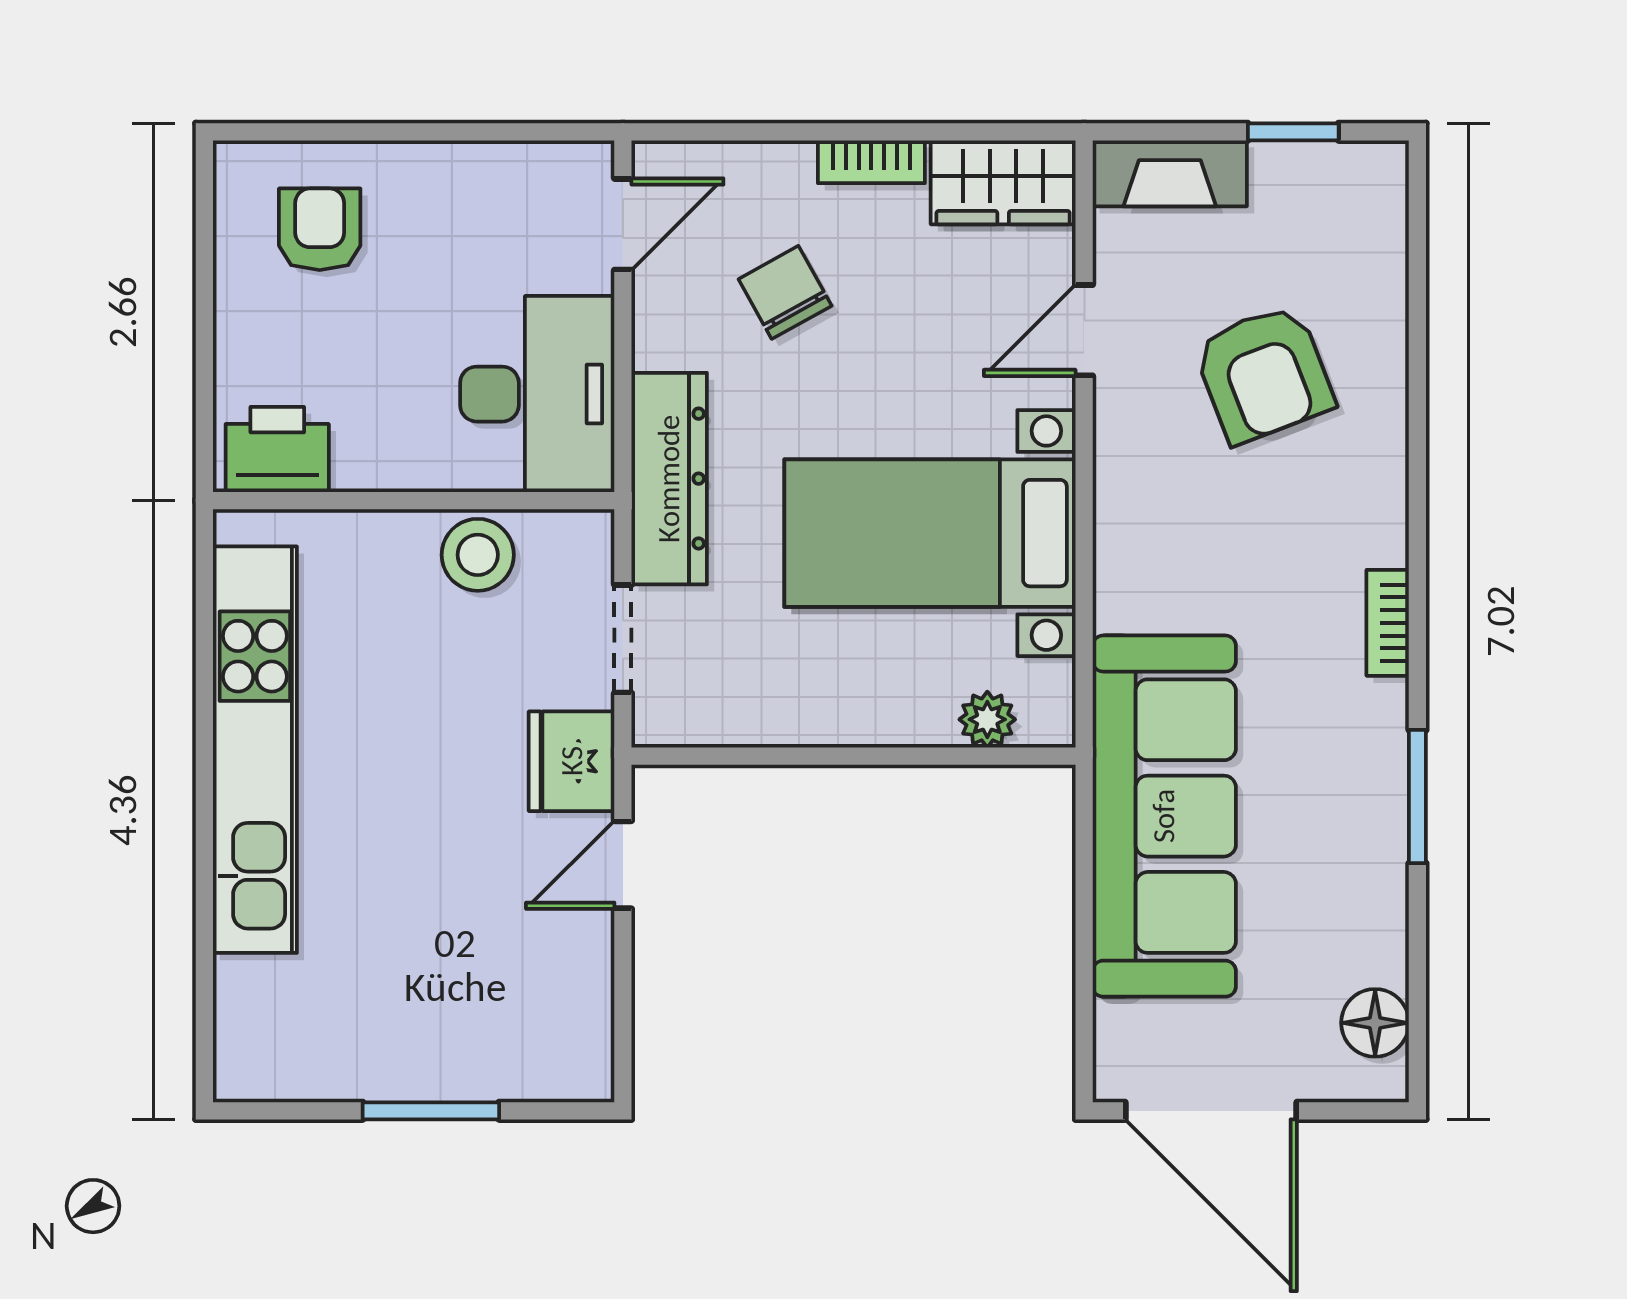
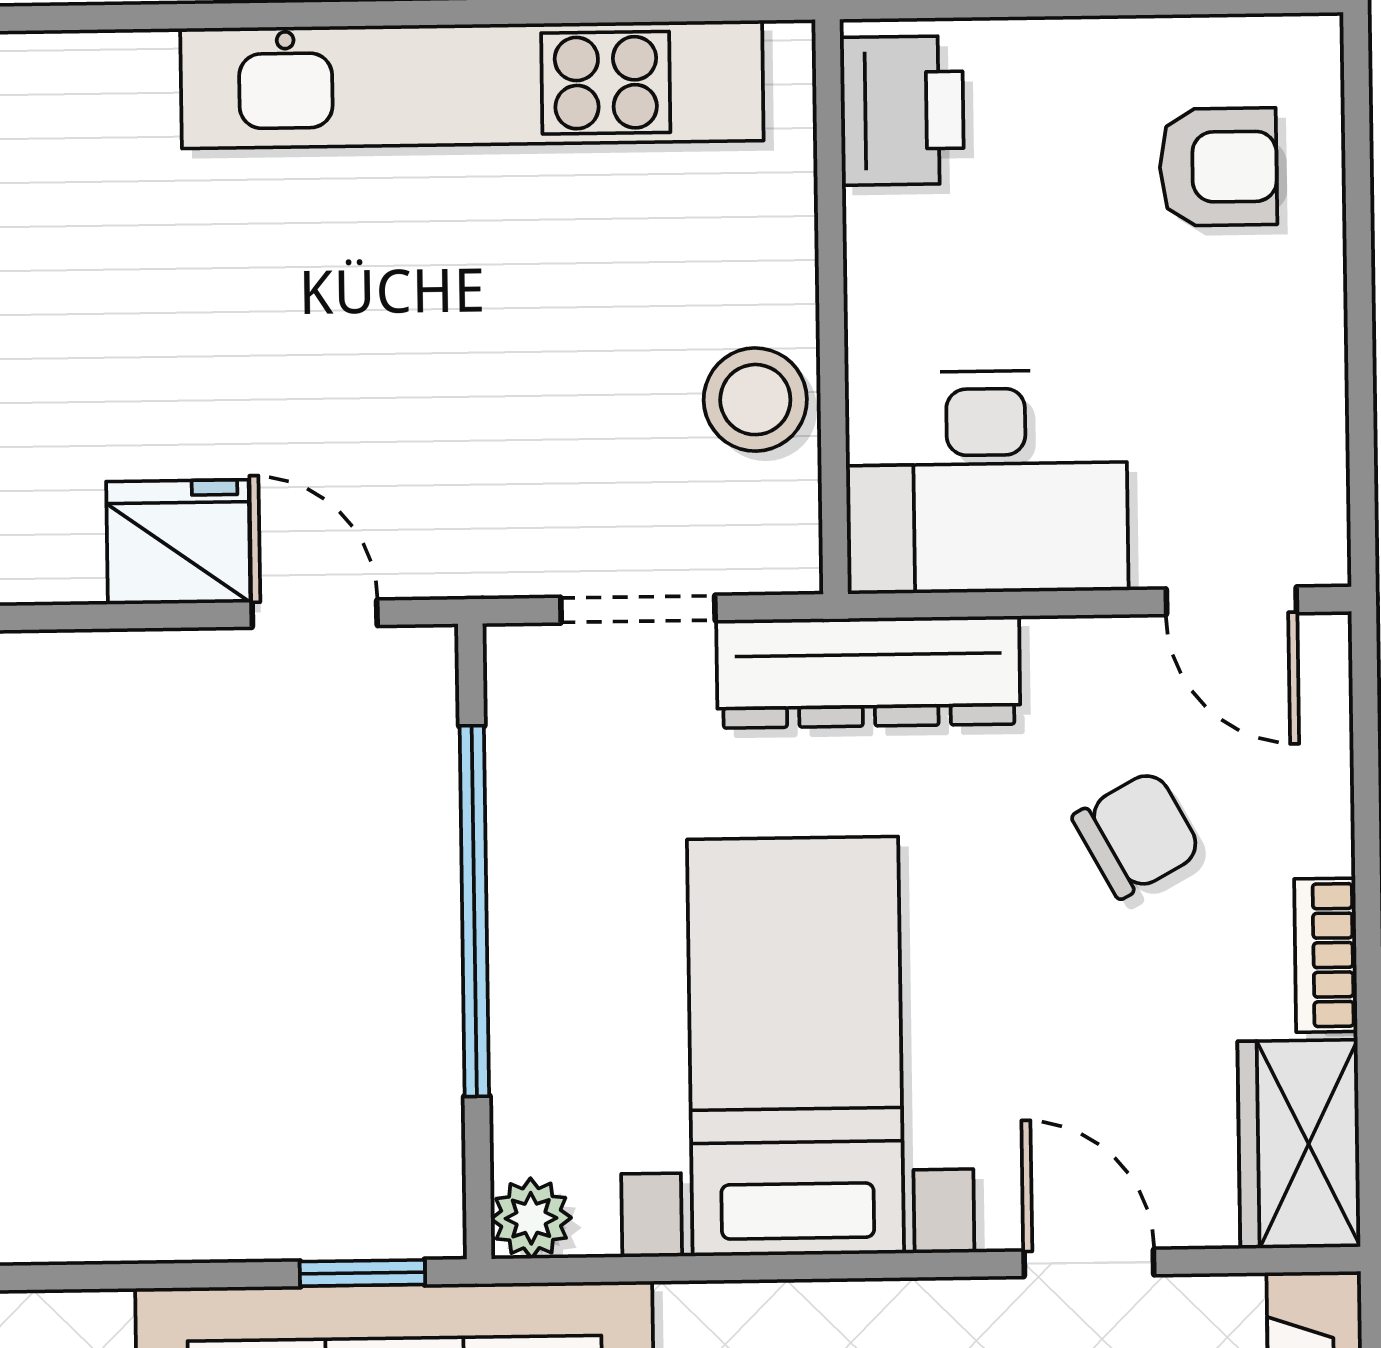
plant: (987, 719) -> (531, 1218), moved
window: (832, 756) -> (474, 911), added
fridge: (572, 761) -> (178, 542), moved
window: (1084, 838) -> (362, 1273), added

